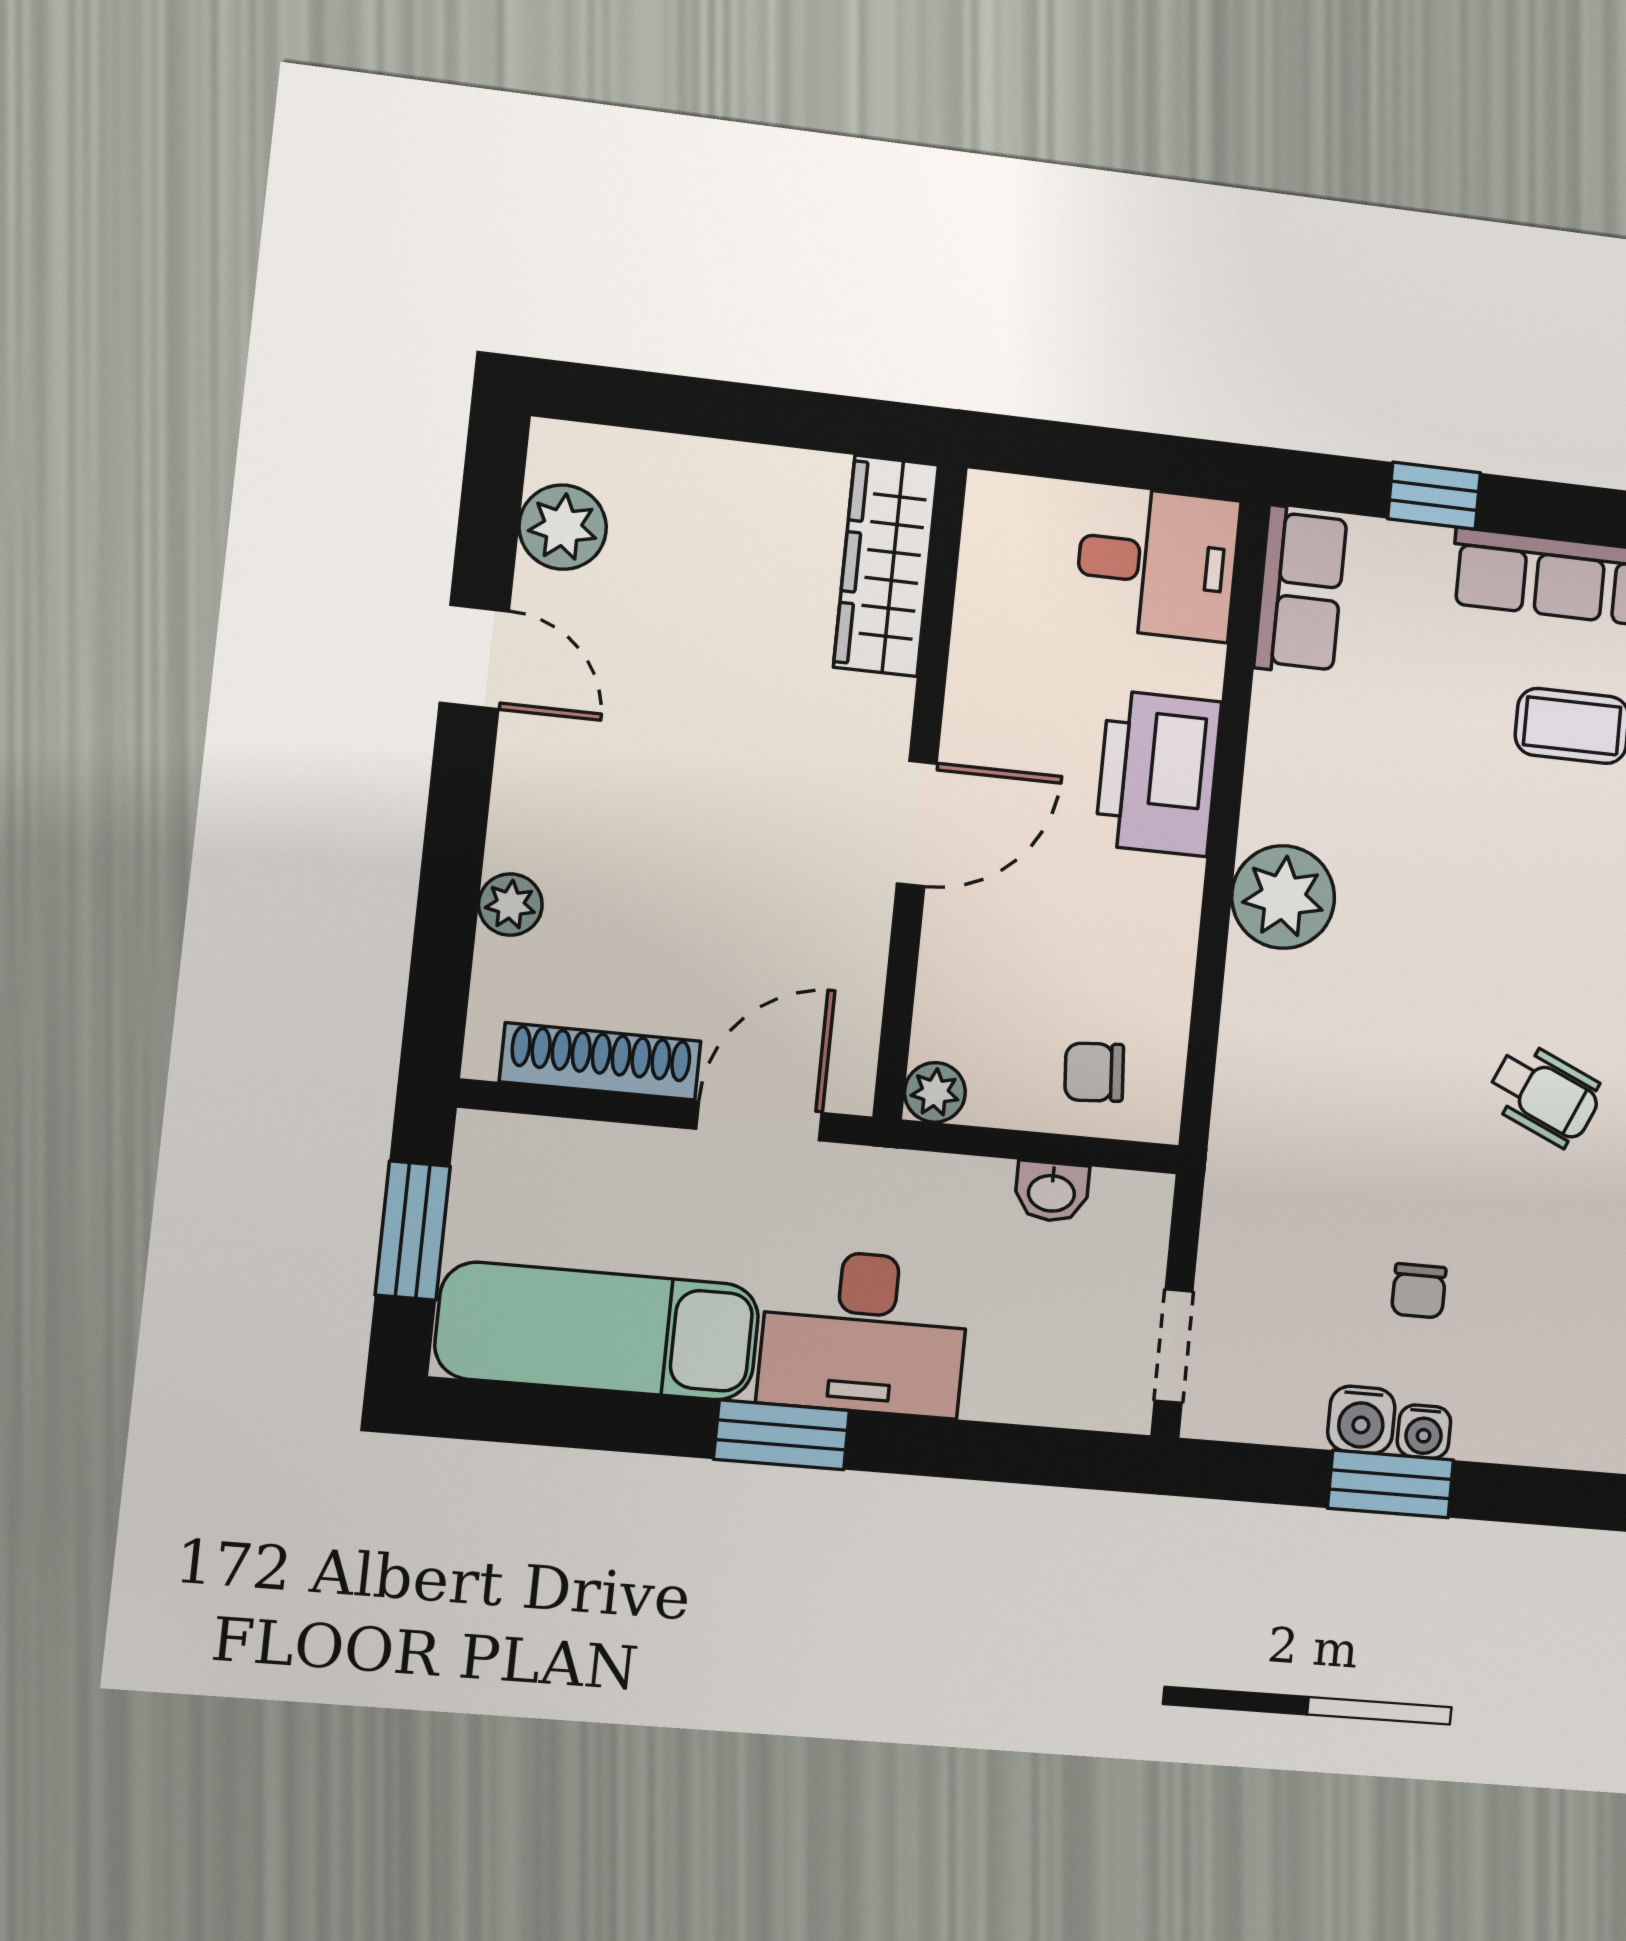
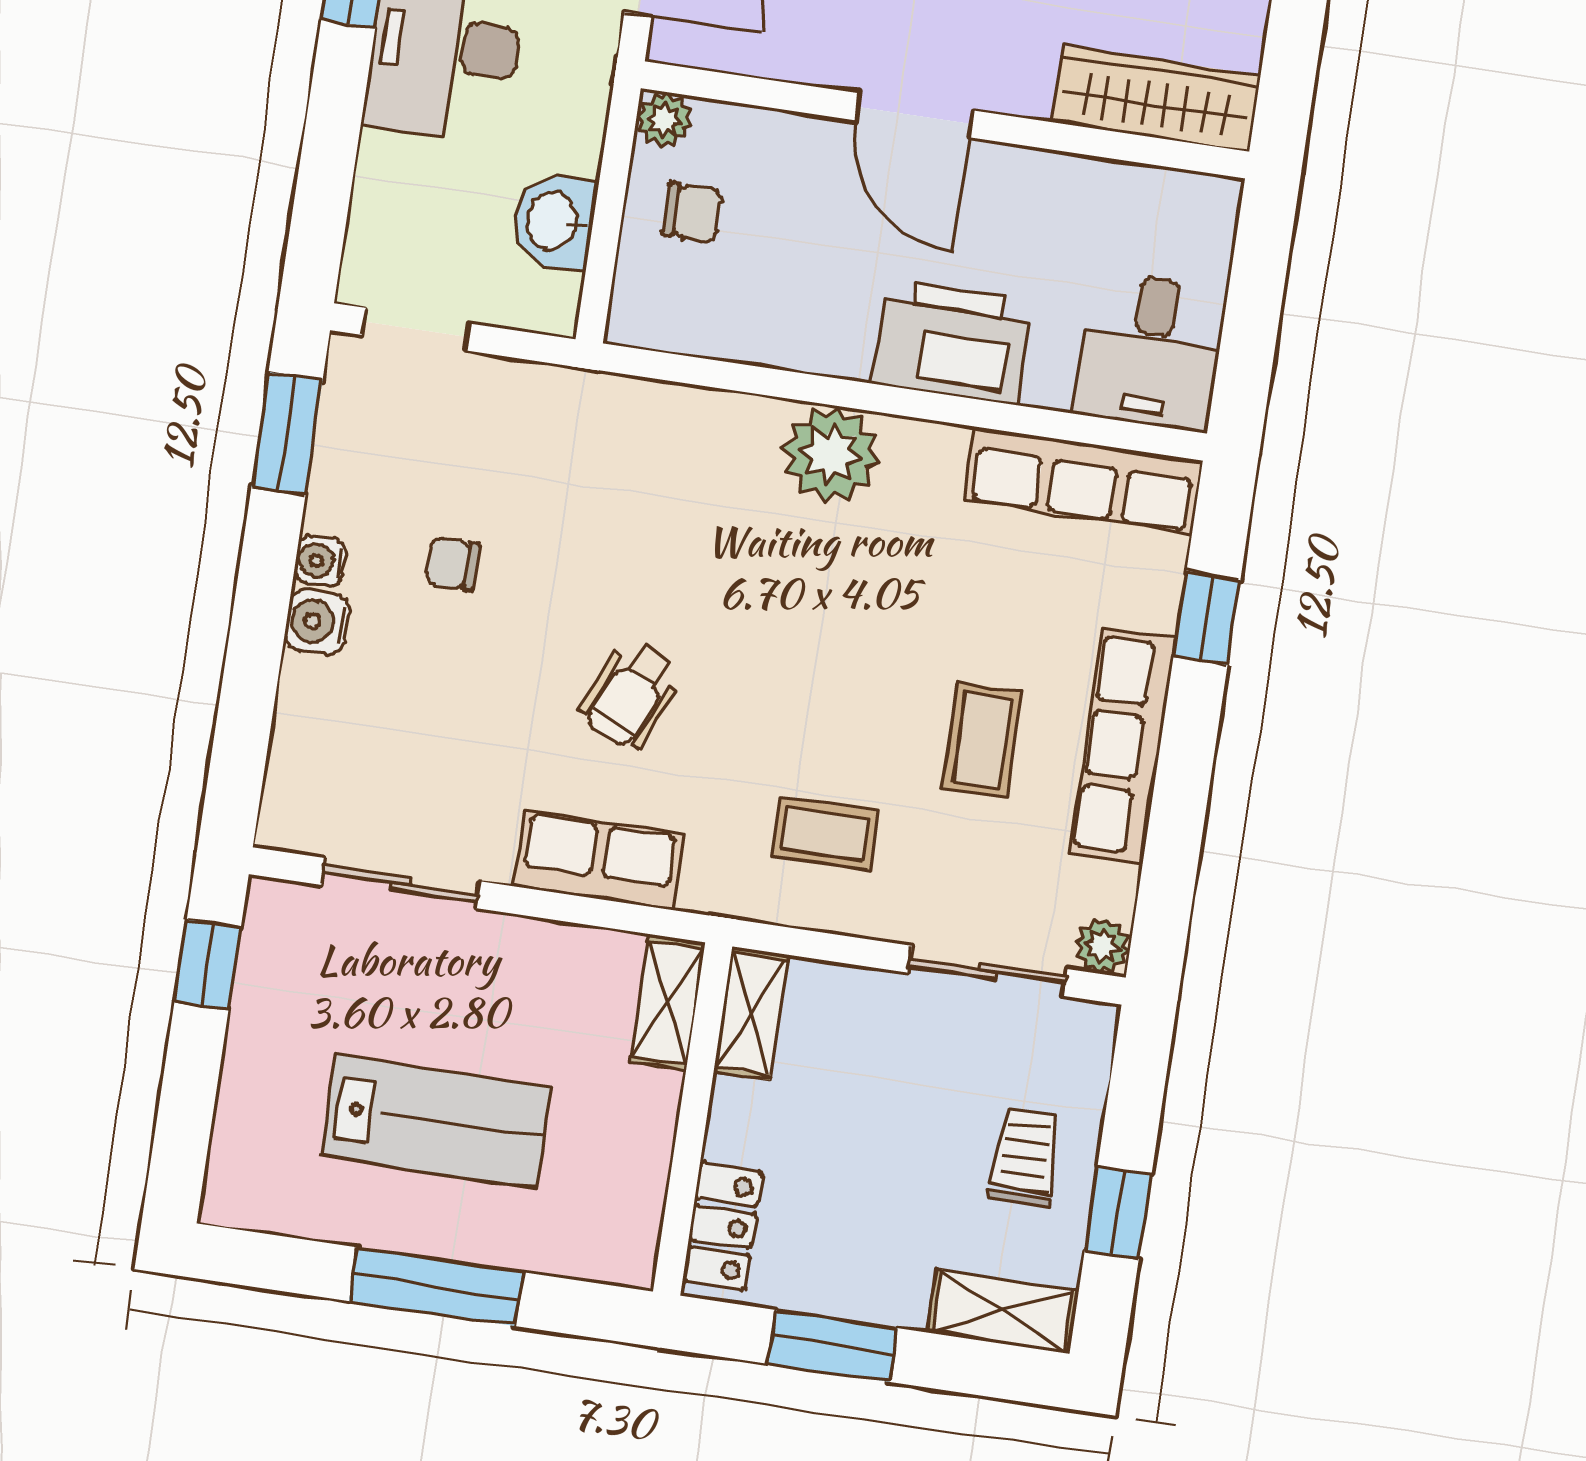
row of seats: (1301, 591) -> (1083, 480), width x1.48
chair: (1094, 1072) -> (692, 212), moved, turned 94
washbasin: (1052, 1192) -> (554, 221), width x1.38, depth x1.45
water cooler: (1361, 1420) -> (317, 622), moved
window: (1391, 1484) -> (287, 433), moved

